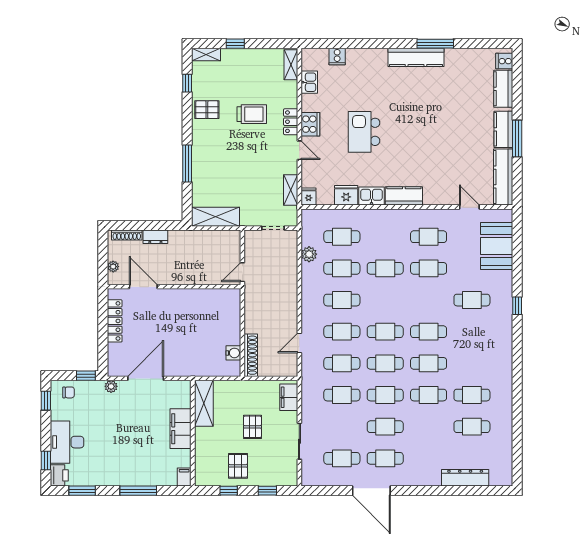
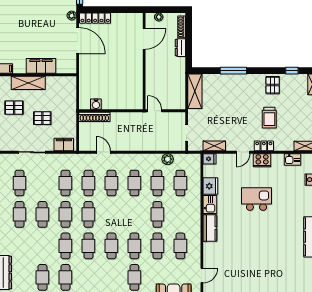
locker: (115, 321) -> (95, 18), moved
cafe table: (385, 332) -> (134, 246), moved
shelving: (204, 403) -> (28, 83), moved

